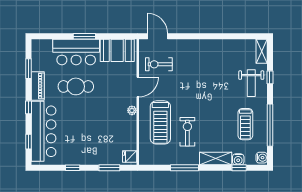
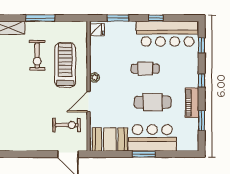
cafe table: (83, 119) -> (145, 69), added
bar counter: (44, 131) -> (168, 34), moved, turned -90

